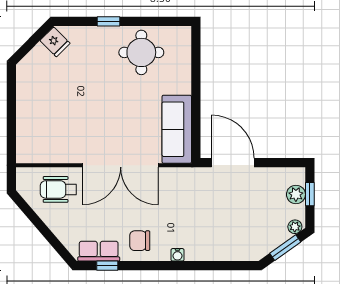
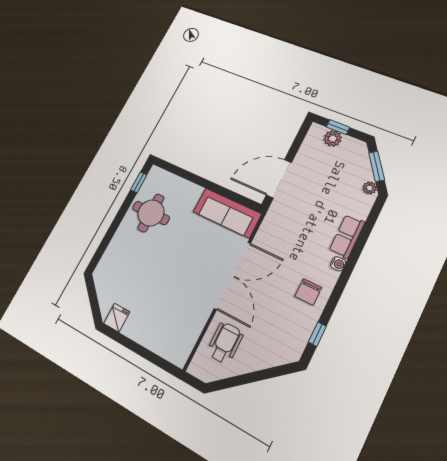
window: (109, 21) -> (139, 182), moved
fridge: (55, 42) -> (117, 318), moved, turned -45
wheelchair: (58, 189) -> (225, 343), turned 180
plant: (295, 227) -> (370, 188), moved
row of seats: (99, 251) -> (347, 236), moved

